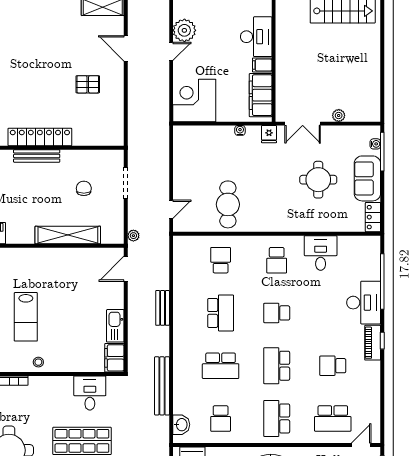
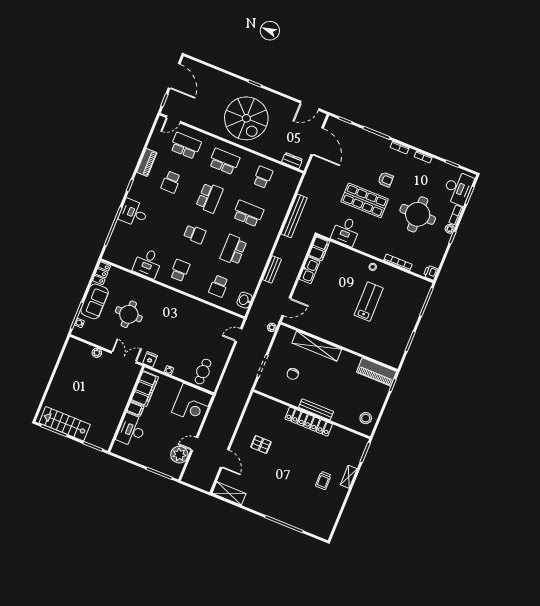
cafe table: (228, 204) -> (203, 372), moved, width x0.73, depth x0.74
desk: (364, 303) -> (134, 213), width x0.73
piano: (373, 343) -> (147, 162), moved
school desk: (333, 366) -> (171, 182), turned 90
school desk: (277, 418) -> (224, 161), turned -90
washbasin: (181, 425) -> (245, 300), moved

